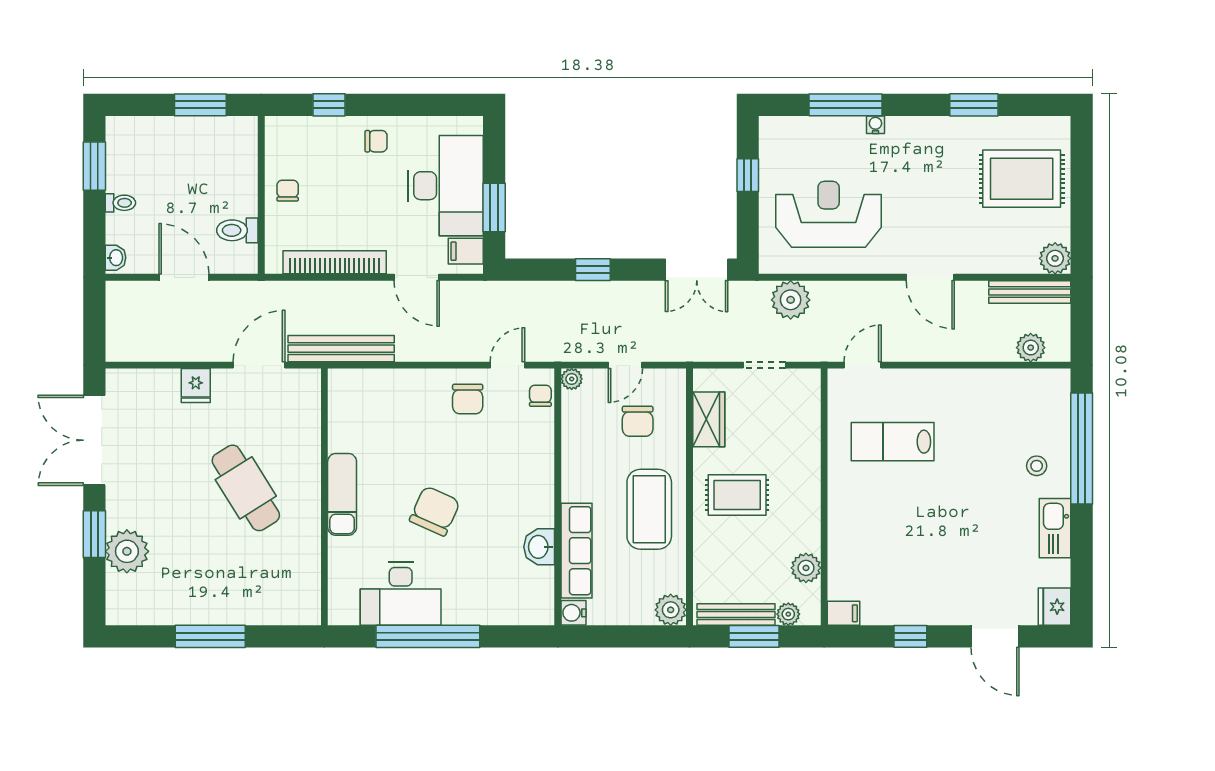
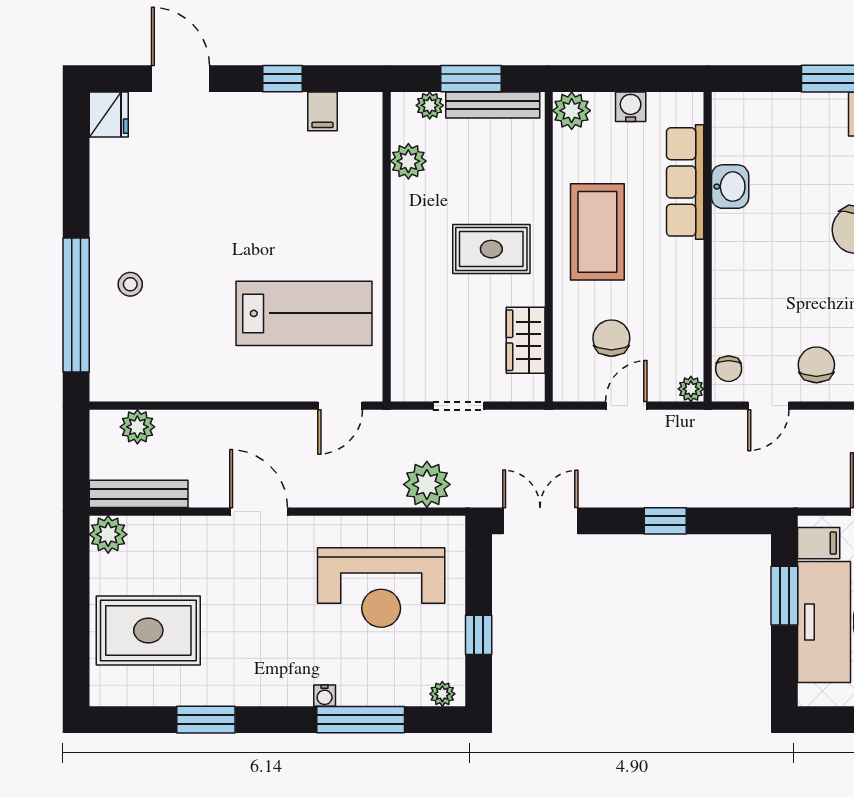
plant: (778, 126) -> (442, 694), added
lab bench: (893, 442) -> (304, 313), width x1.36, depth x1.39
kitchen sink: (1055, 528) -> (108, 209), removed
water cooler: (573, 613) -> (631, 107), moved, turned -90
filing cabinet: (844, 613) -> (322, 111), moved, turned -90

